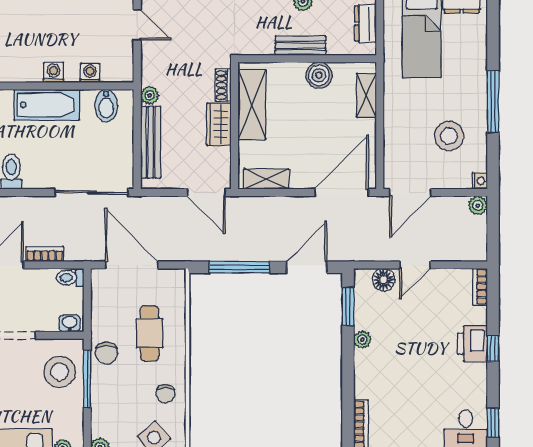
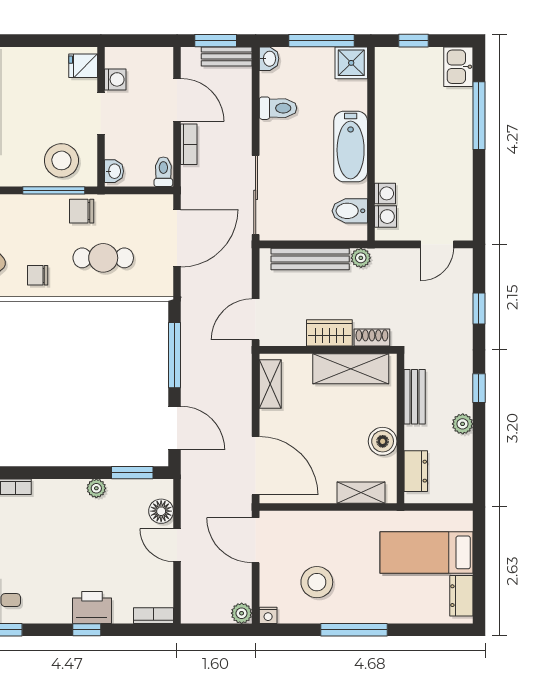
dresser: (366, 24) -> (416, 471), moved, turned 90
bench: (300, 46) -> (415, 397), moved
washing machine: (53, 73) -> (386, 217), moved

